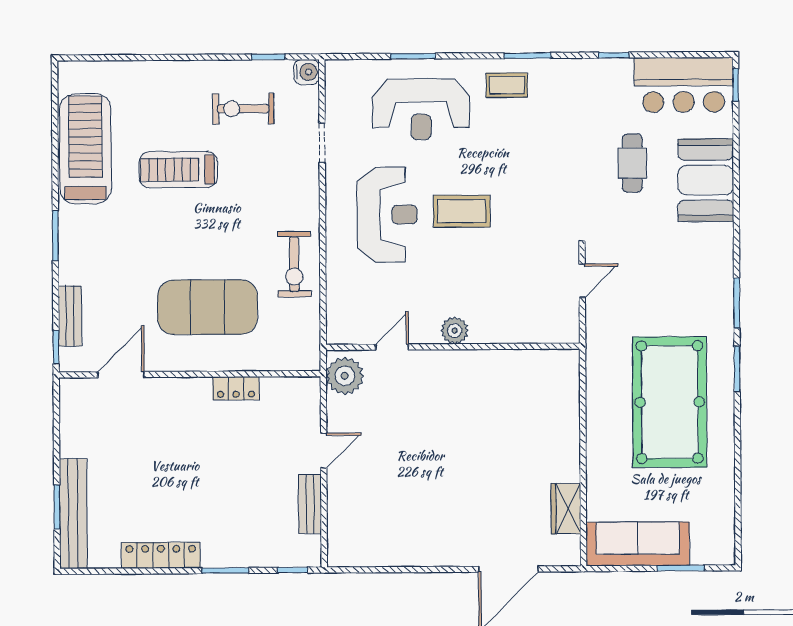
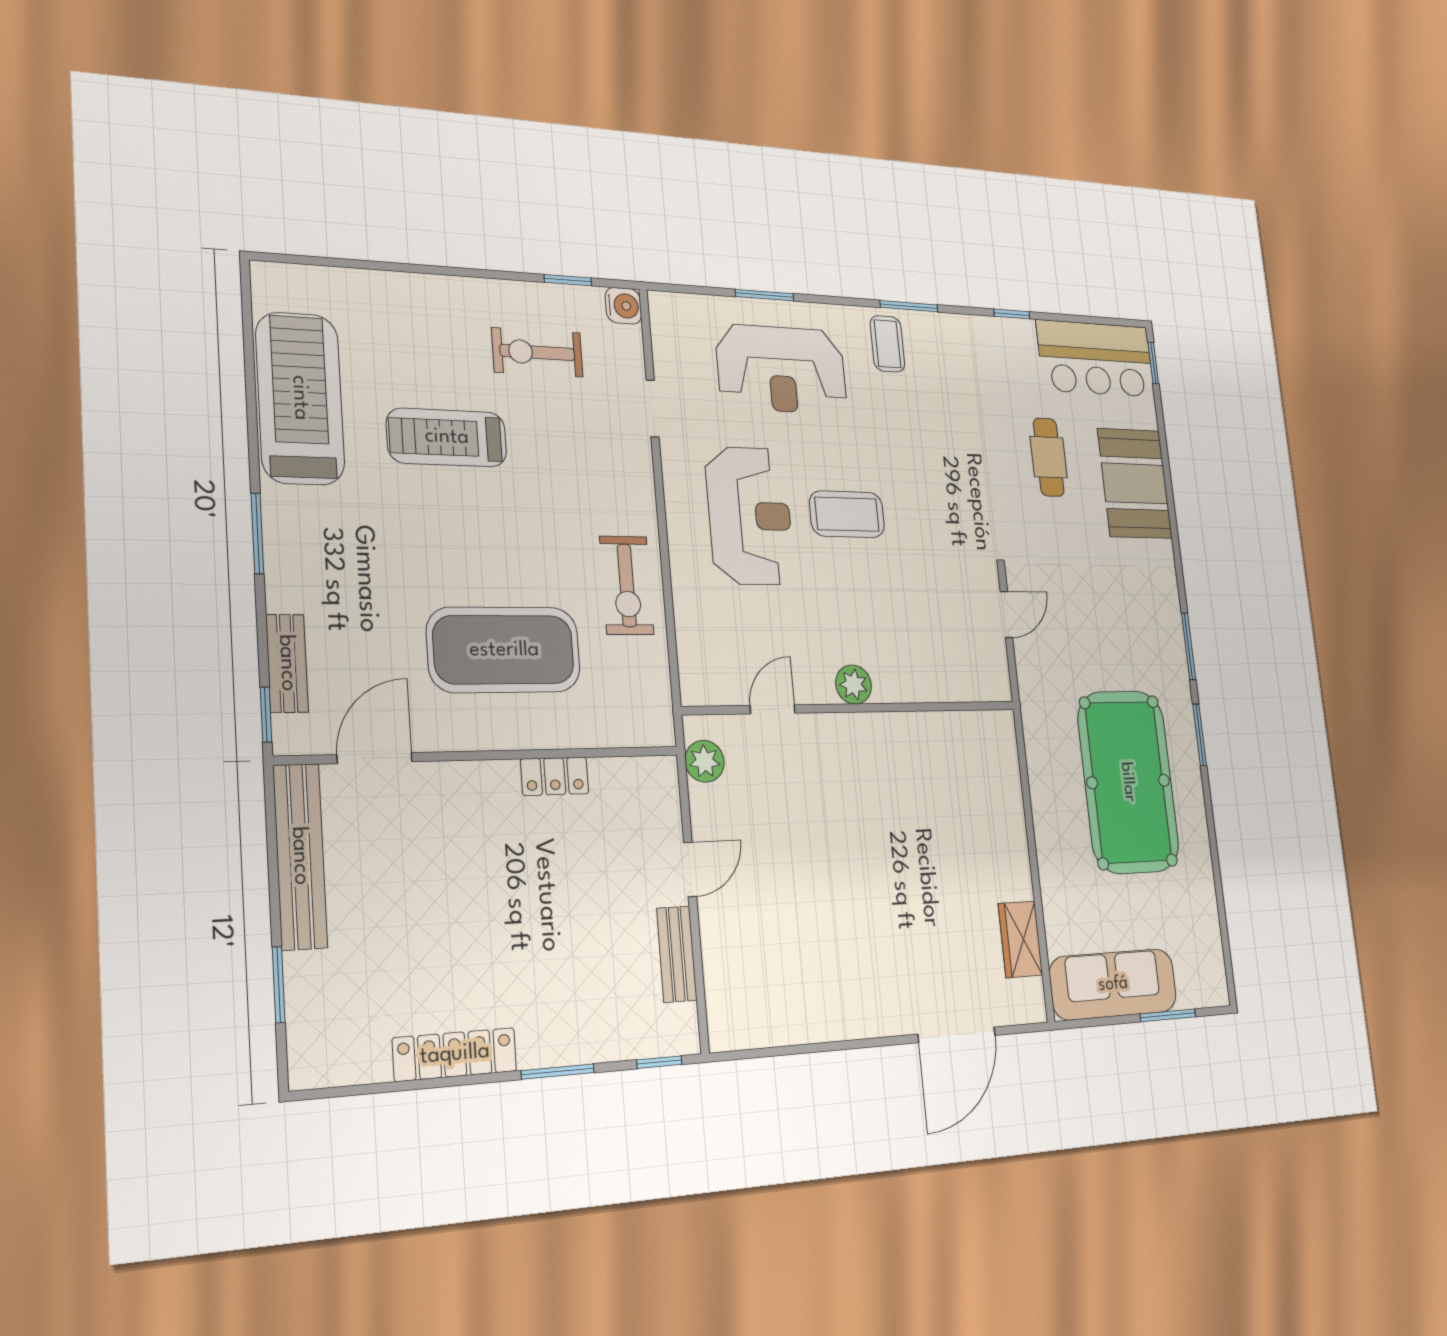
coffee table: (507, 85) -> (887, 344), turned 90
plant: (345, 376) -> (705, 761), width x0.73, depth x0.73
bench: (73, 514) -> (300, 856), moved

